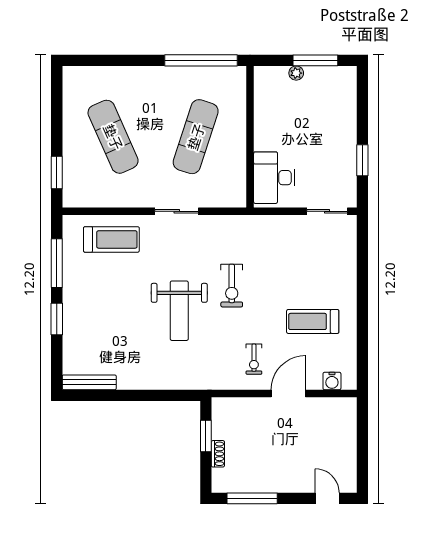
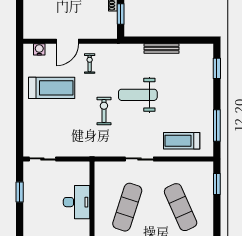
desk: (274, 178) -> (77, 202), moved
weight bench: (179, 311) -> (138, 95), turned -90
window: (57, 319) -> (217, 68), moved
treadmill: (313, 321) -> (52, 88), width x1.37, depth x1.38
bench: (89, 382) -> (161, 49), moved

